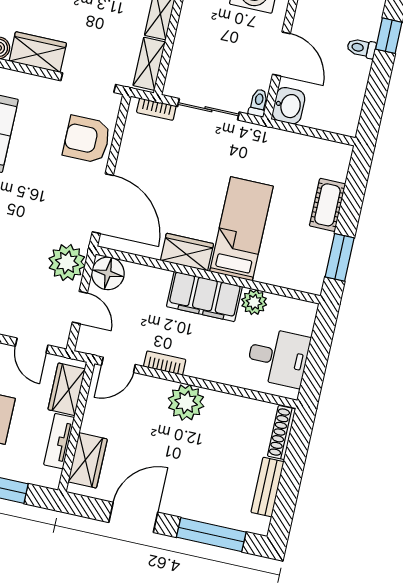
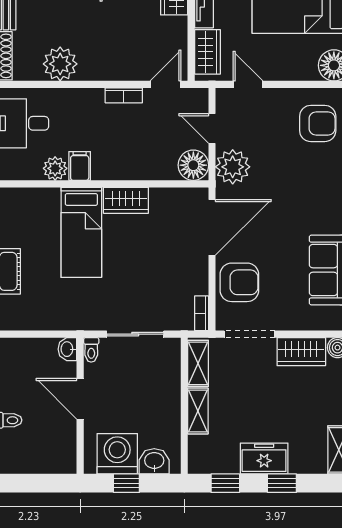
washbasin: (289, 106) -> (67, 349), width x0.72, depth x0.69
bookcase: (156, 109) -> (202, 313), moved, turned -90
door: (103, 204) -> (212, 227), swing flipped
filing cabinet: (204, 297) -> (80, 166), width x0.33, depth x0.86
plant: (186, 402) -> (60, 64), moved

